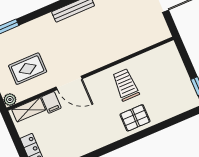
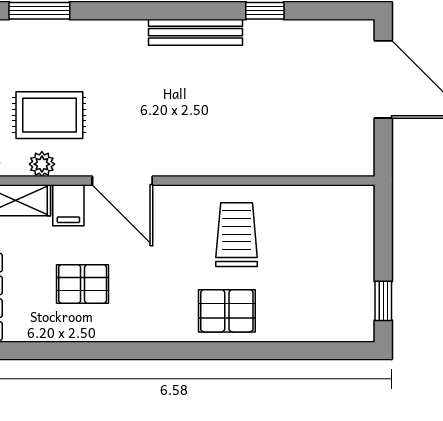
plant: (33, 90) -> (42, 164), added
pallet: (71, 132) -> (83, 284), added

